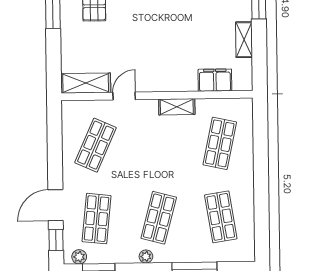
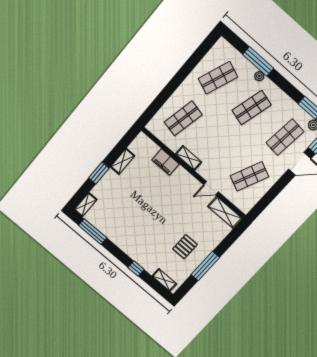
filing cabinet: (215, 80) -> (165, 162), moved
shop shelf: (221, 217) -> (218, 78), turned 30
plant: (146, 256) -> (259, 76), moved

